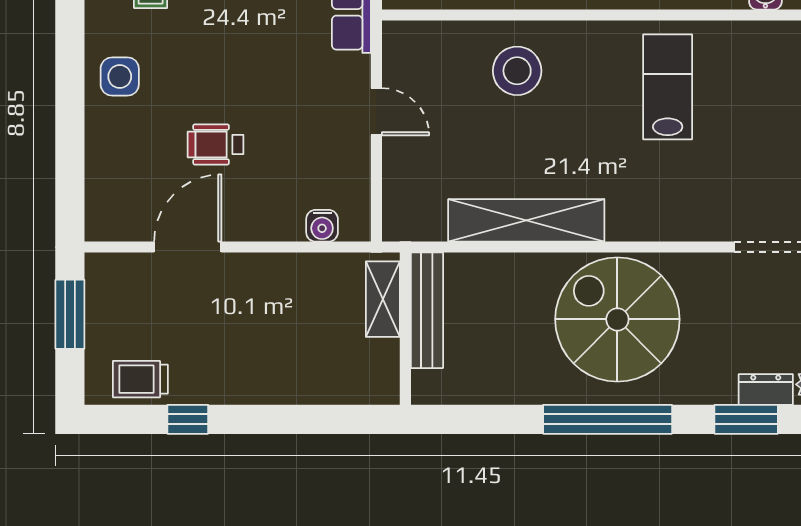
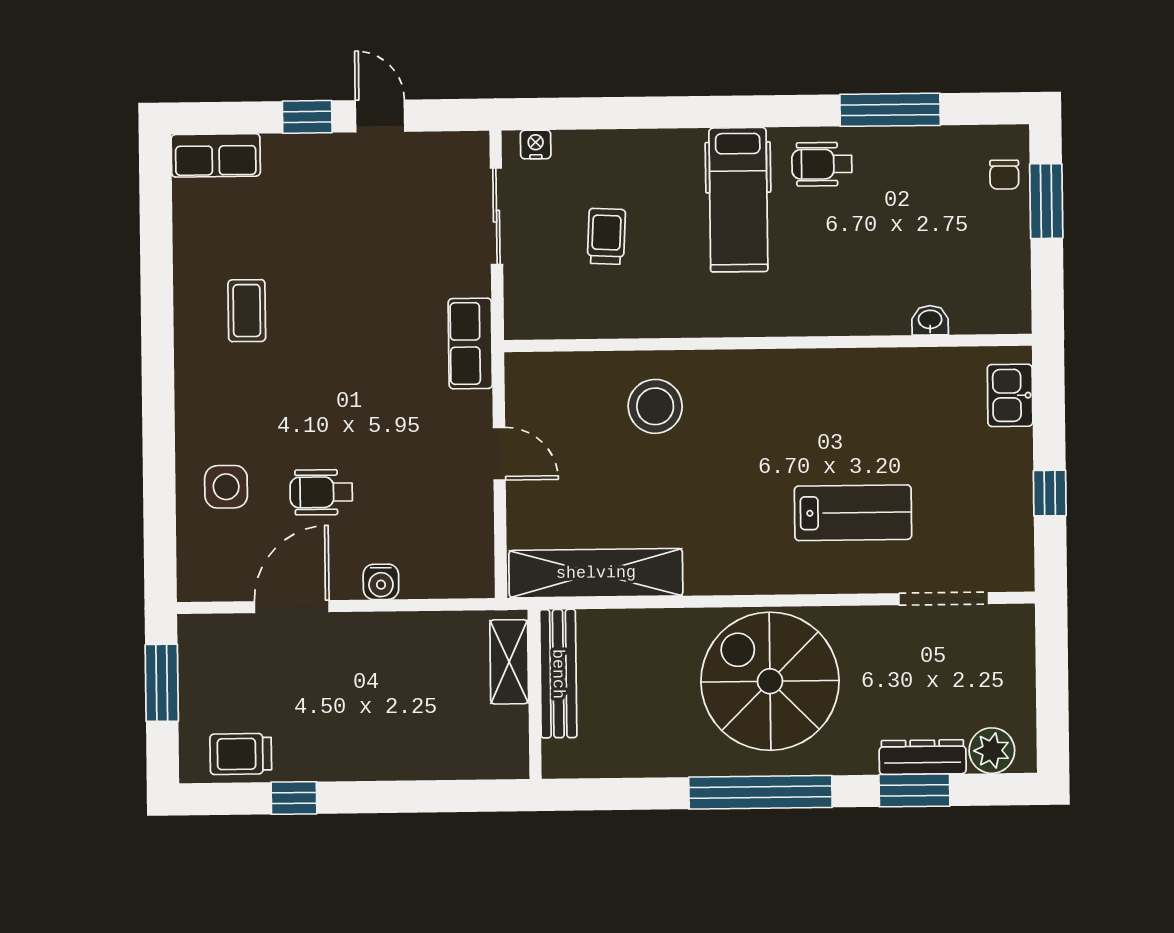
side table: (120, 77) -> (226, 487), moved
lab bench: (668, 87) -> (853, 513), moved, turned 90
shelving: (526, 220) -> (596, 573), moved
water cooler: (322, 226) -> (381, 582), moved
dresser: (766, 390) -> (923, 757), width x1.44

